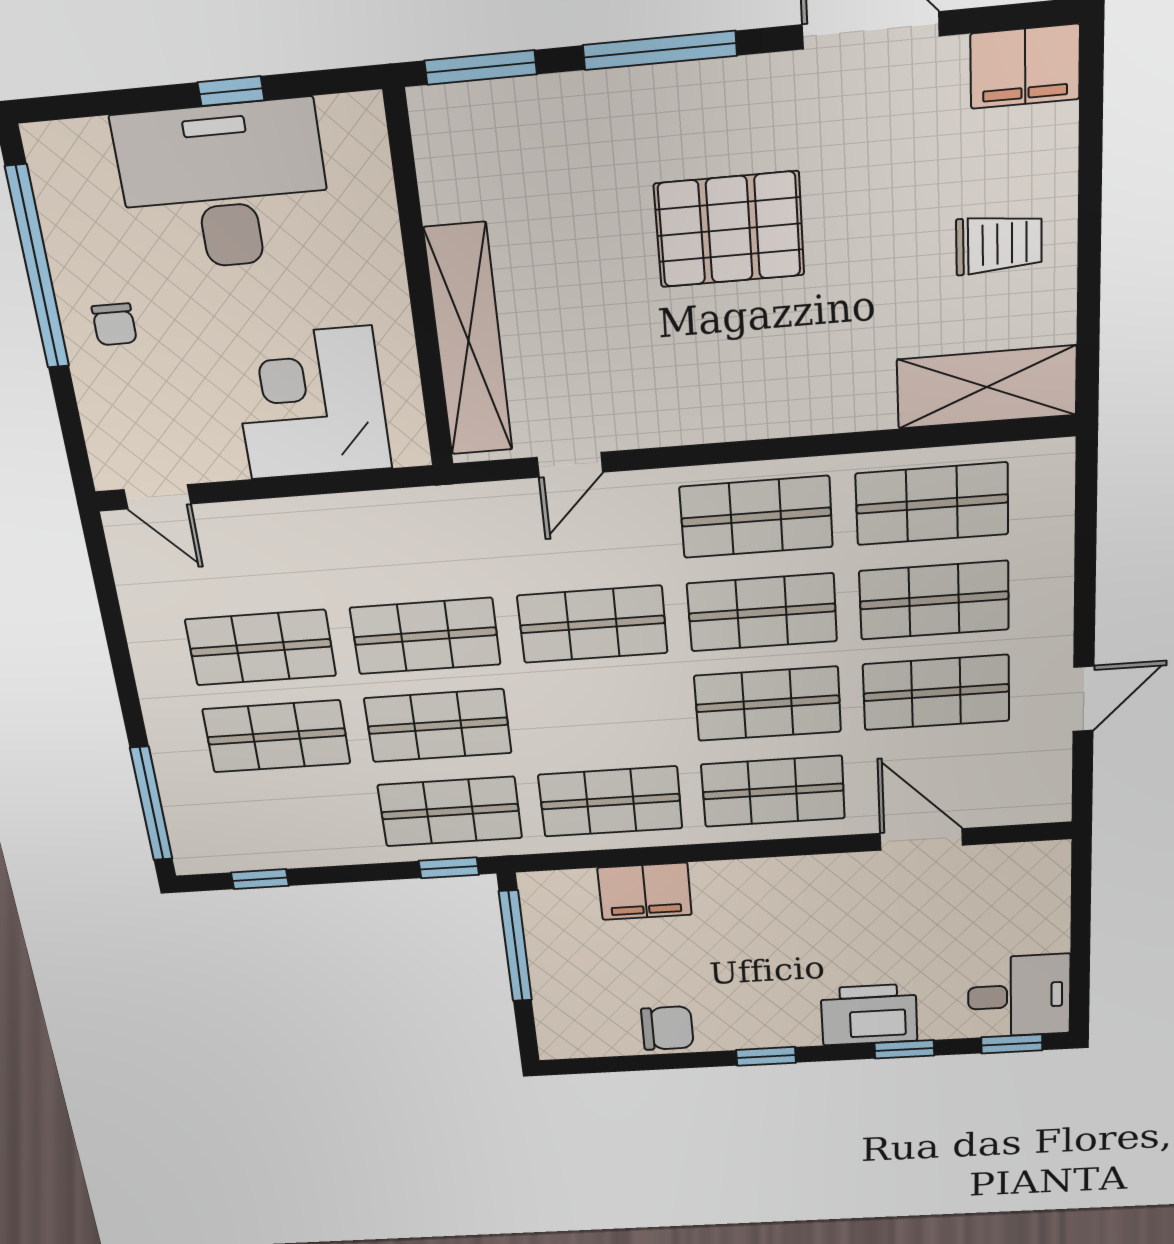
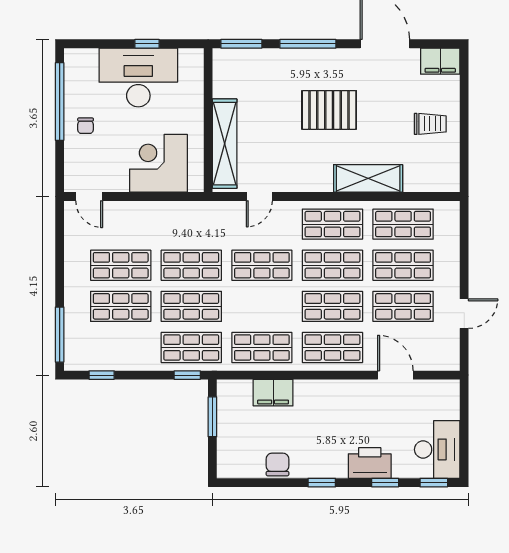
shelving: (987, 387) -> (368, 178), moved
window: (515, 946) -> (212, 417), width x0.69
desk: (1019, 996) -> (437, 449), width x1.37
chair: (667, 1028) -> (277, 465), turned -90

